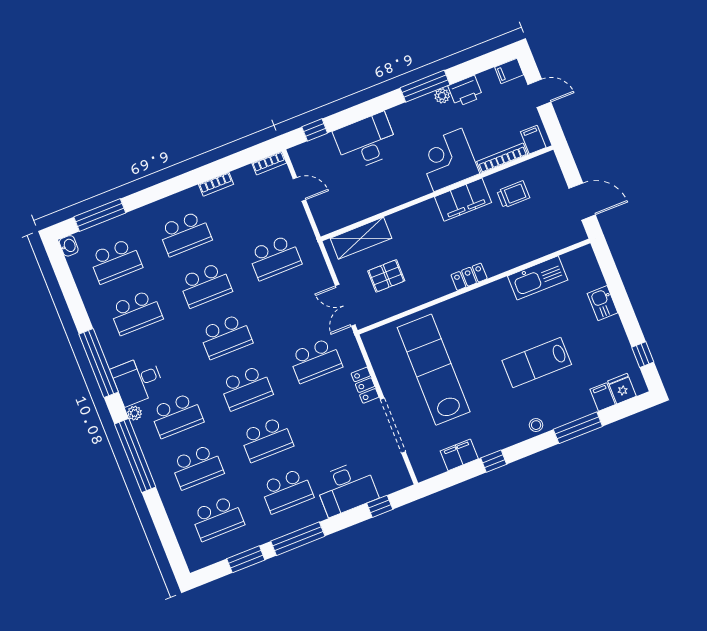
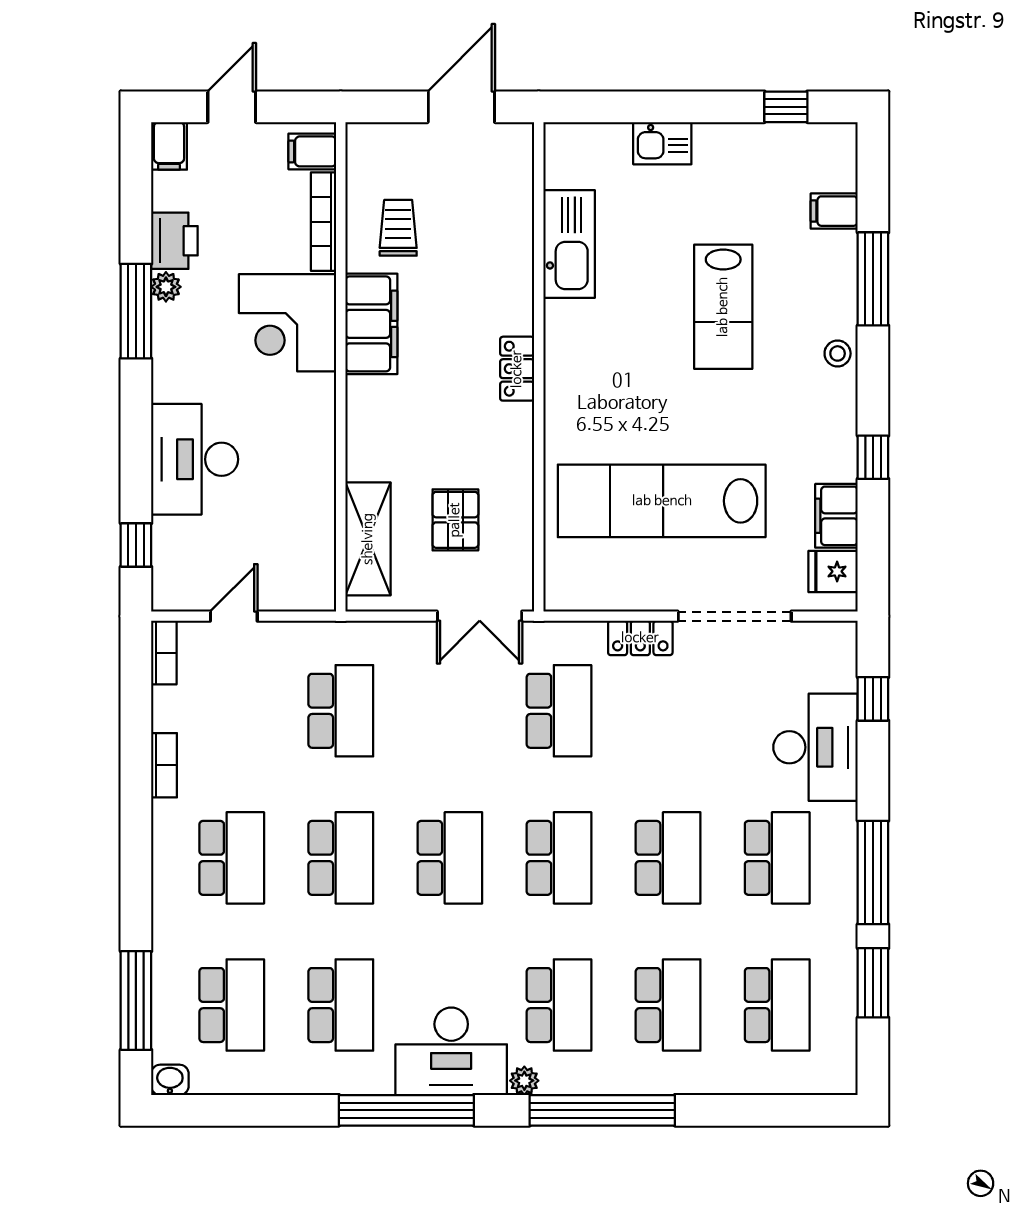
desk: (138, 380) -> (451, 1051), width x1.37
fridge: (622, 389) -> (833, 571), moved

